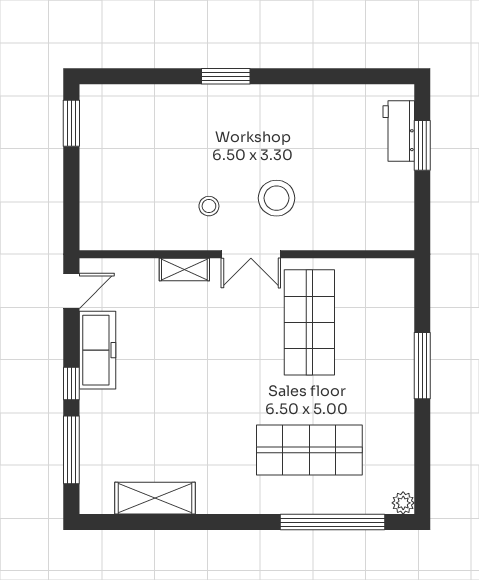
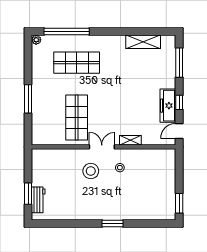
window: (71, 383) -> (179, 102), moved

